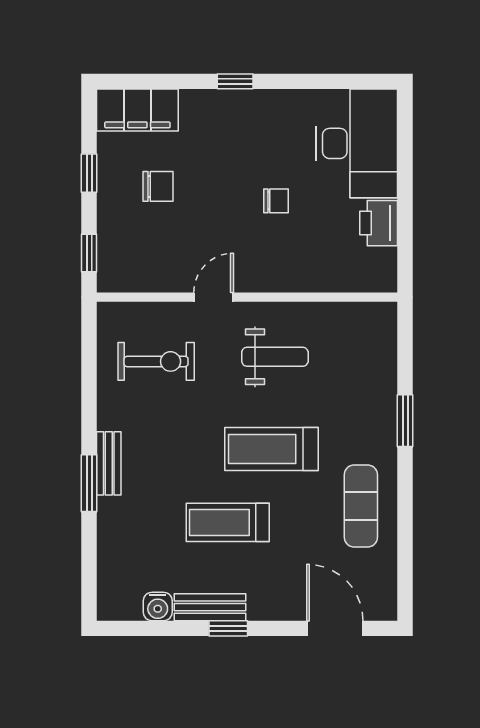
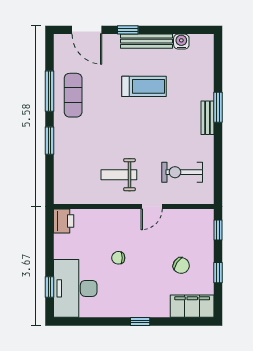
window: (405, 146) -> (49, 287), added
chair: (158, 186) -> (181, 265), turned -146
printer: (379, 223) -> (64, 221), moved
treadmill: (271, 449) -> (121, 126), removed
window: (405, 514) -> (49, 91), added
bench: (210, 607) -> (147, 41), width x1.36
window: (228, 628) -> (128, 30), moved

